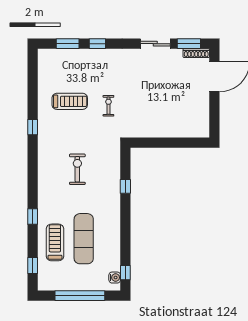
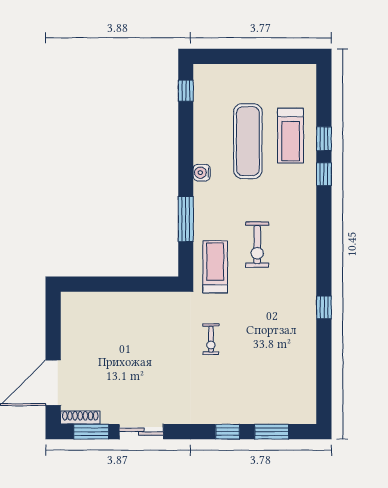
treadmill: (70, 101) -> (215, 267), moved, turned 90
window: (125, 186) -> (186, 219), width x2.17
window: (33, 265) -> (324, 139), moved
water cooler: (115, 278) -> (202, 173), moved
window: (80, 296) -> (253, 56), removed

